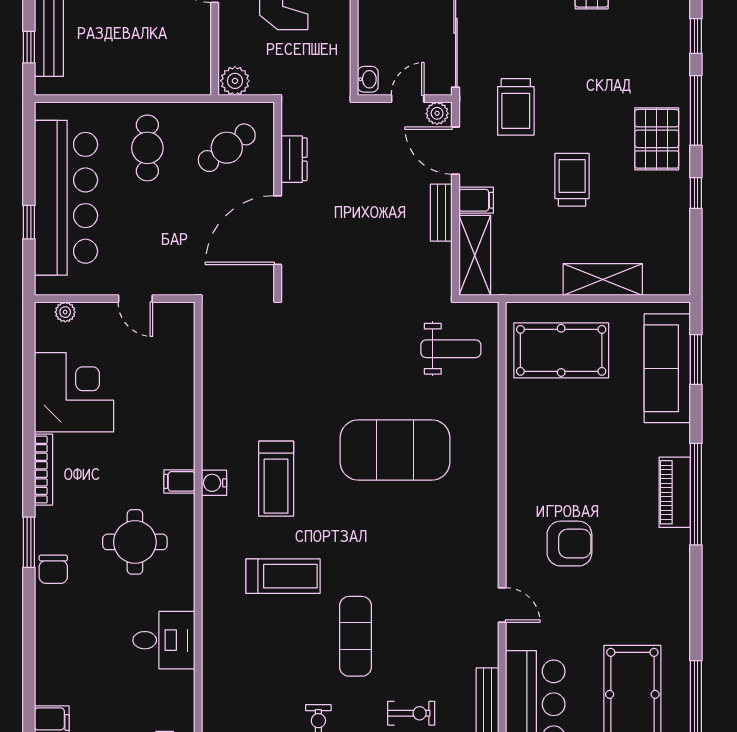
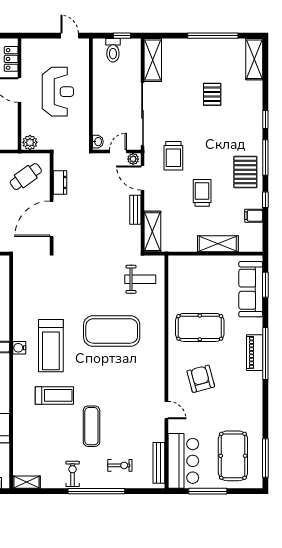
filing cabinet: (476, 200) -> (254, 216), moved, turned 180
pool table: (561, 350) -> (200, 327), moved
treadmill: (276, 479) -> (51, 346), width x1.37, depth x1.38
armchair: (569, 544) -> (201, 379), turned -105

